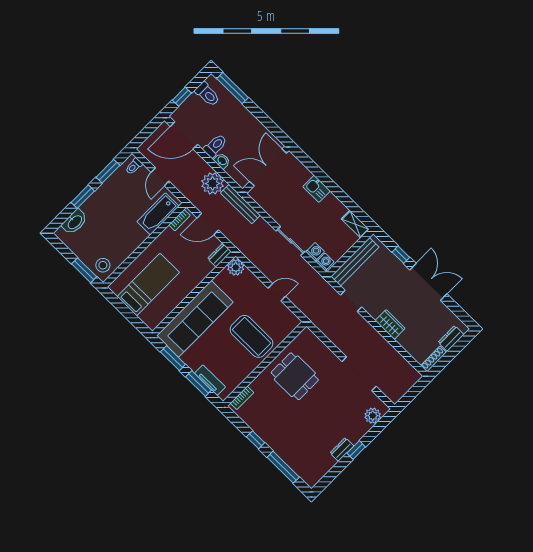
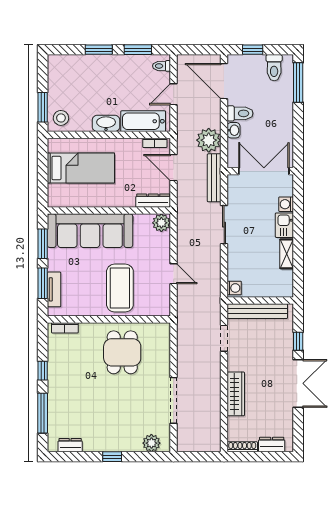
washbasin: (75, 222) -> (106, 123), moved, turned 180
shelving: (355, 224) -> (287, 254), moved
sliding door: (291, 241) -> (224, 225), moved
washing machine: (315, 252) -> (286, 204), moved, turned 180
dresser: (219, 255) -> (153, 201), width x1.44
wardrobe: (390, 324) -> (236, 394), width x1.50
dresser: (342, 449) -> (70, 445), moved

